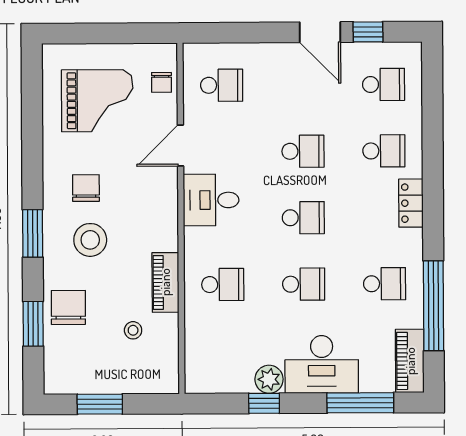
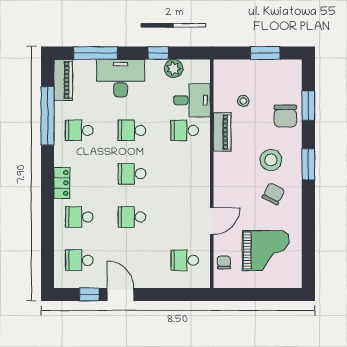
grand piano: (97, 101) -> (266, 251), turned 180
chair: (86, 188) -> (273, 194), turned -153
desk: (211, 200) -> (192, 100), moved
plant: (269, 379) -> (174, 69), moved

